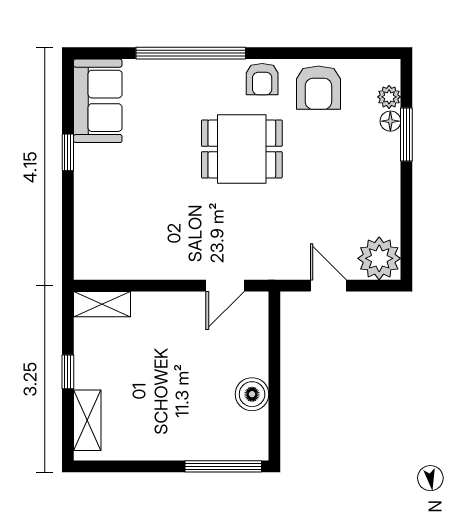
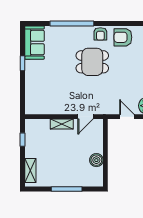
armchair: (318, 88) -> (123, 37), turned 90
shelving: (102, 304) -> (62, 124), moved
window: (68, 372) -> (23, 140), moved
window: (223, 466) -> (67, 189), moved

